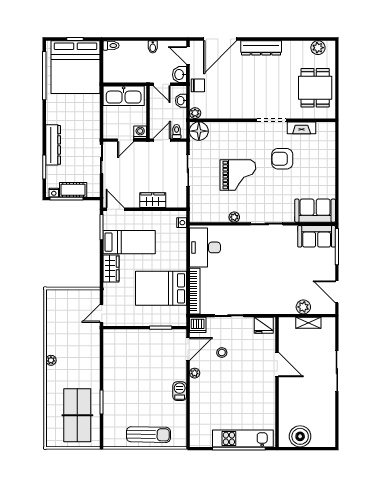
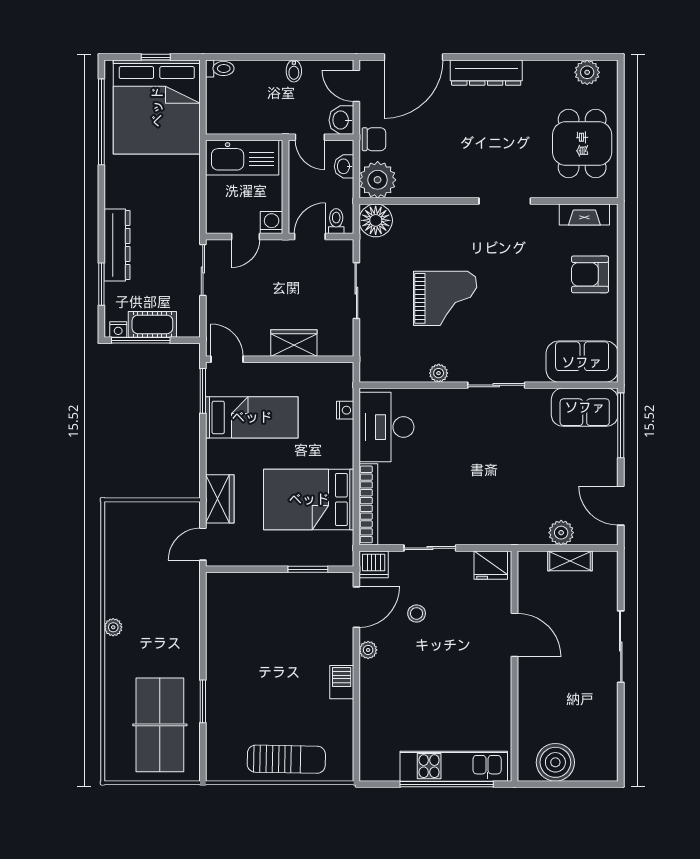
plant: (195, 113) -> (378, 180), width x1.88, depth x1.88
fireplace: (302, 128) -> (584, 214), moved
armchair: (282, 159) -> (590, 274), moved
nightstand: (182, 223) -> (345, 410), moved
wardrobe: (111, 268) -> (220, 499), moved

